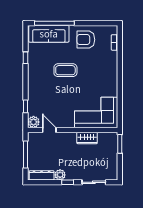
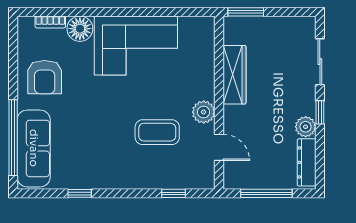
floor lamp: (111, 58) -> (80, 29), added
coffee table: (65, 70) -> (157, 132), moved, turned 90
corner sofa: (96, 112) -> (136, 46), moved, turned -90
plant: (34, 122) -> (204, 112), moved
door: (49, 130) -> (219, 147), swing flipped
wardrobe: (87, 138) -> (234, 75), width x1.50

